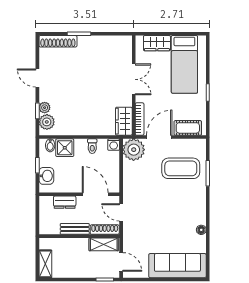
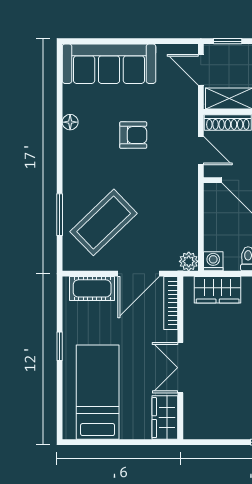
wardrobe: (157, 43) -> (165, 418), moved, turned -90
wardrobe: (124, 121) -> (218, 290), moved, turned 90
plant: (134, 150) -> (189, 261), width x0.53, depth x0.53
coffee table: (181, 168) -> (104, 222), turned -44
armchair: (163, 222) -> (133, 135), added

